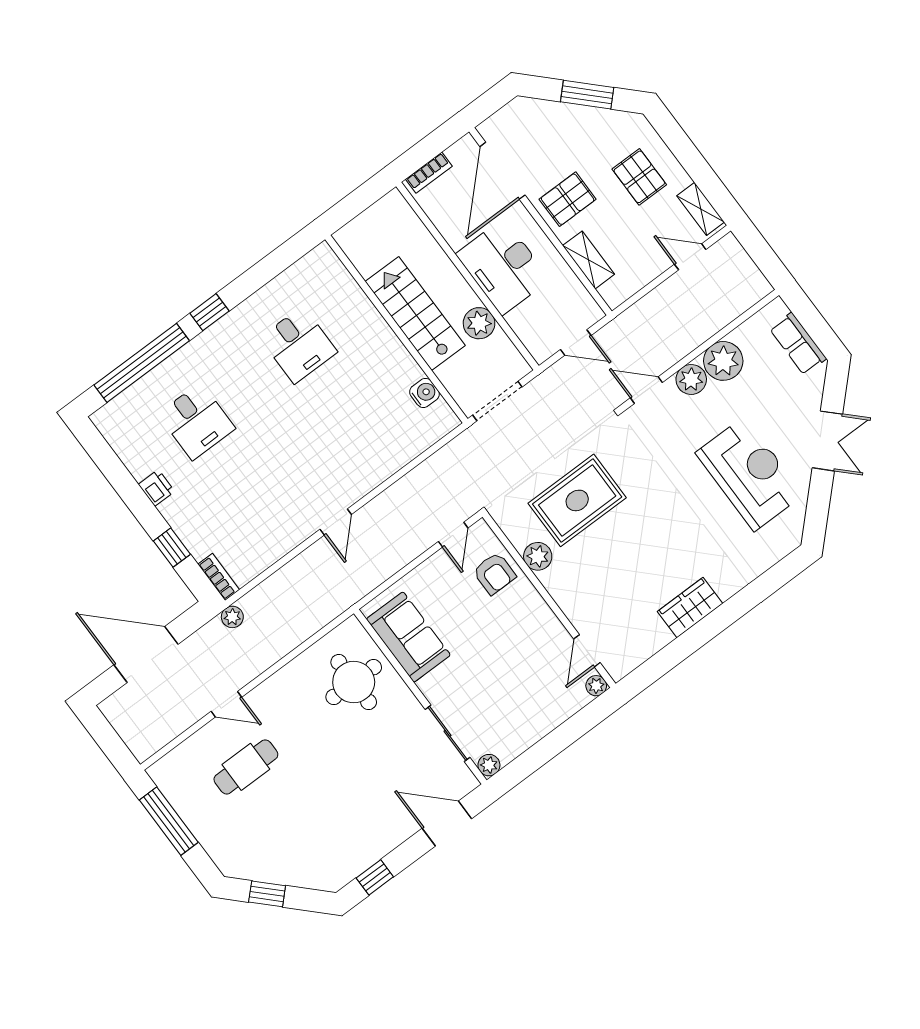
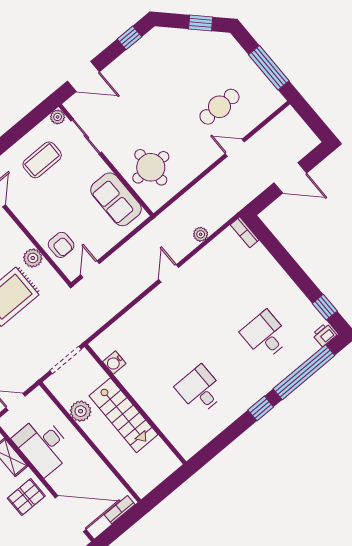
door: (503, 171) -> (71, 514), hinge flipped
desk: (503, 267) -> (43, 445), moved, turned 180
printer: (156, 488) -> (324, 335), moved, turned 90
window: (172, 548) -> (325, 307), moved
armchair: (494, 573) -> (61, 245), turned 180
plant: (232, 617) -> (201, 234), moved
door: (146, 655) -> (290, 178), width x0.73
coffee table: (516, 702) -> (42, 160), added

